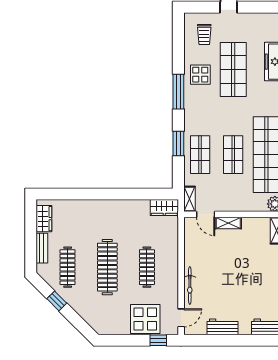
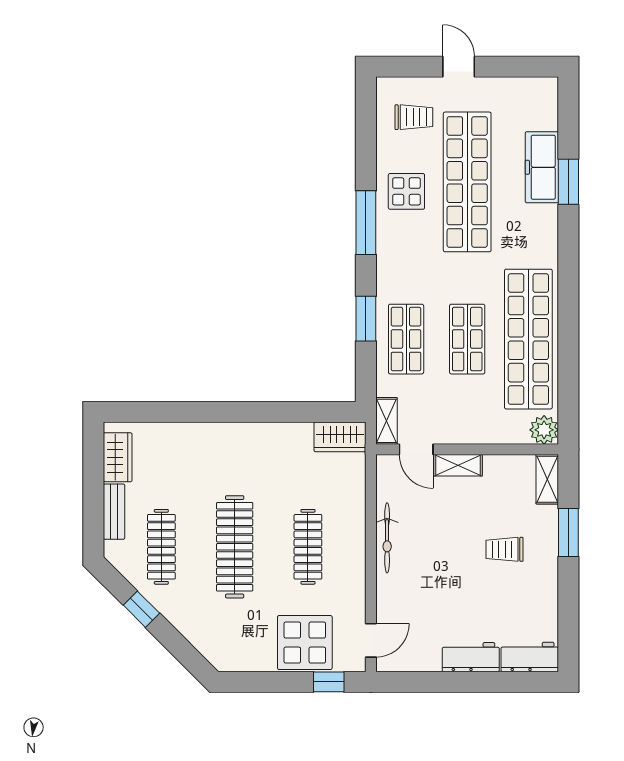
trolley: (204, 34) -> (414, 117), turned -90
shop shelf: (233, 70) -> (467, 182), width x1.40
trolley: (253, 269) -> (505, 549), added
bicycle: (190, 285) -> (387, 538), moved
workbench: (222, 327) -> (471, 657), moved

